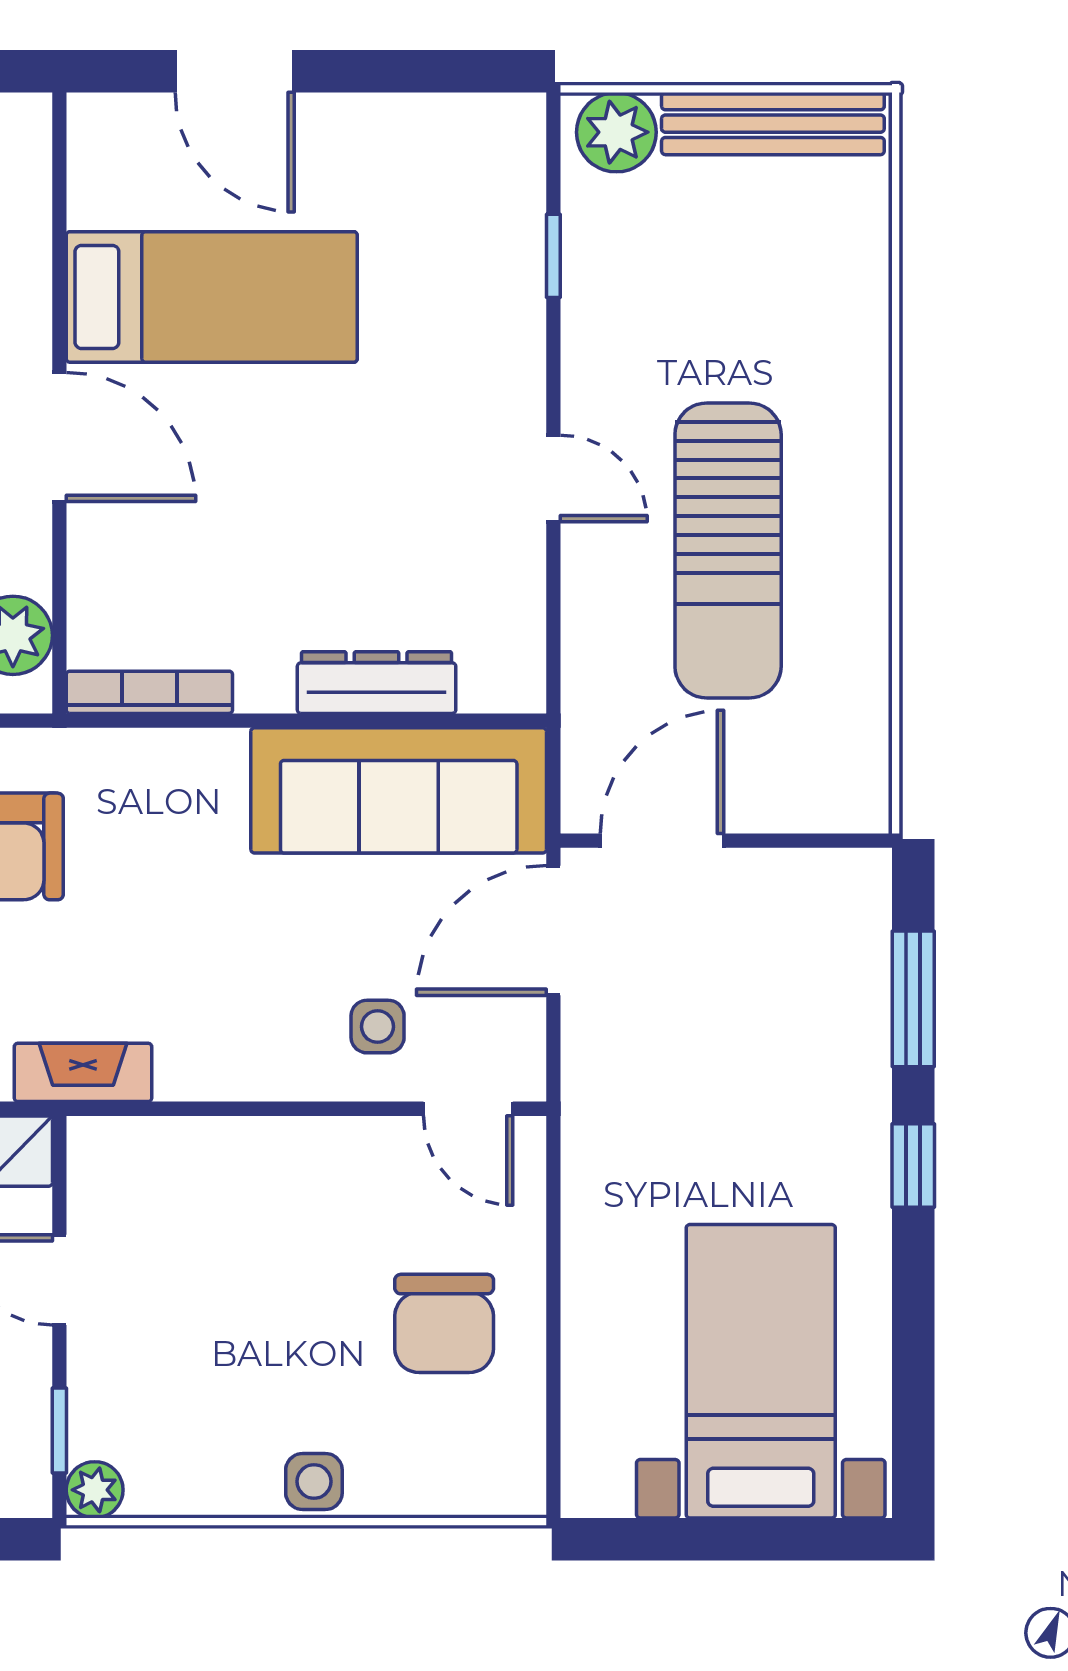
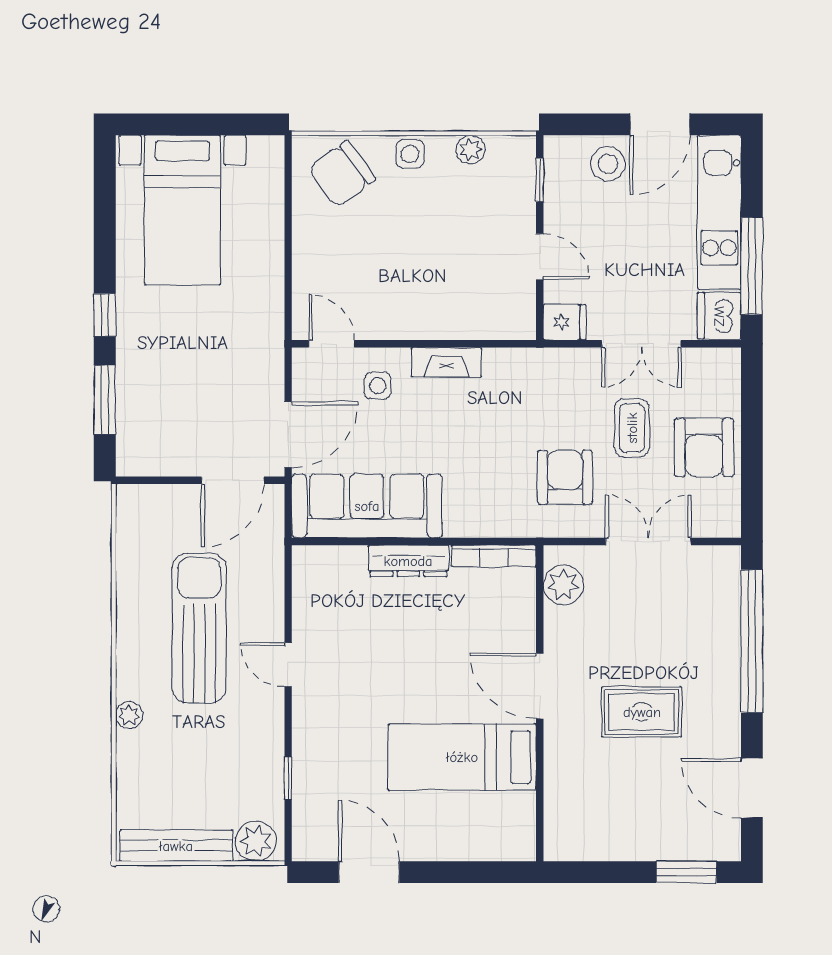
door: (235, 71) -> (369, 872), moved
plant: (866, 380) -> (129, 715), added
dresser: (377, 683) -> (408, 561), moved
fireplace: (83, 1072) -> (446, 362), moved
chair: (444, 1323) -> (342, 174), moved, turned -126
plant: (95, 1490) -> (471, 150), moved

